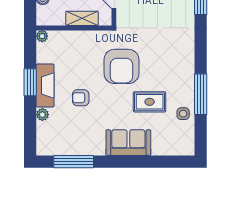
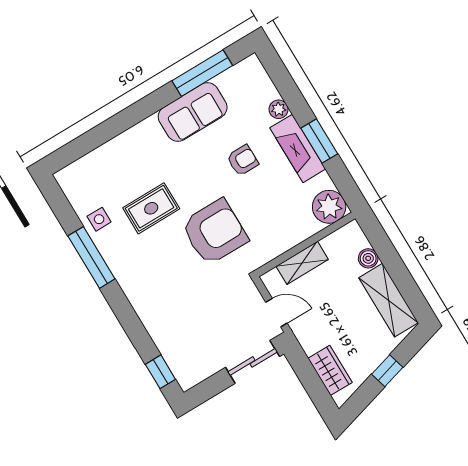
plant: (42, 36) -> (329, 207), width x1.88, depth x1.88
armchair: (121, 66) -> (215, 232), turned 90
sofa: (128, 143) -> (193, 112), moved

